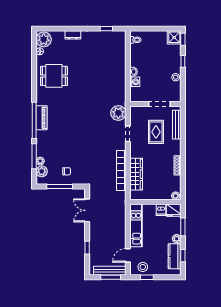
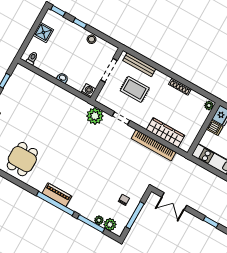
shower: (174, 37) -> (43, 32), moved
washing machine: (135, 82) -> (88, 91), moved

